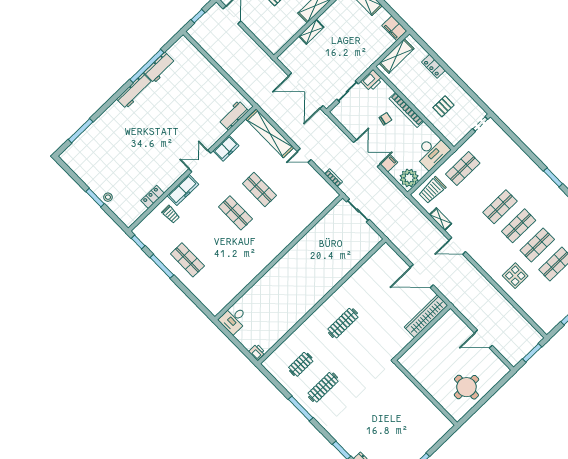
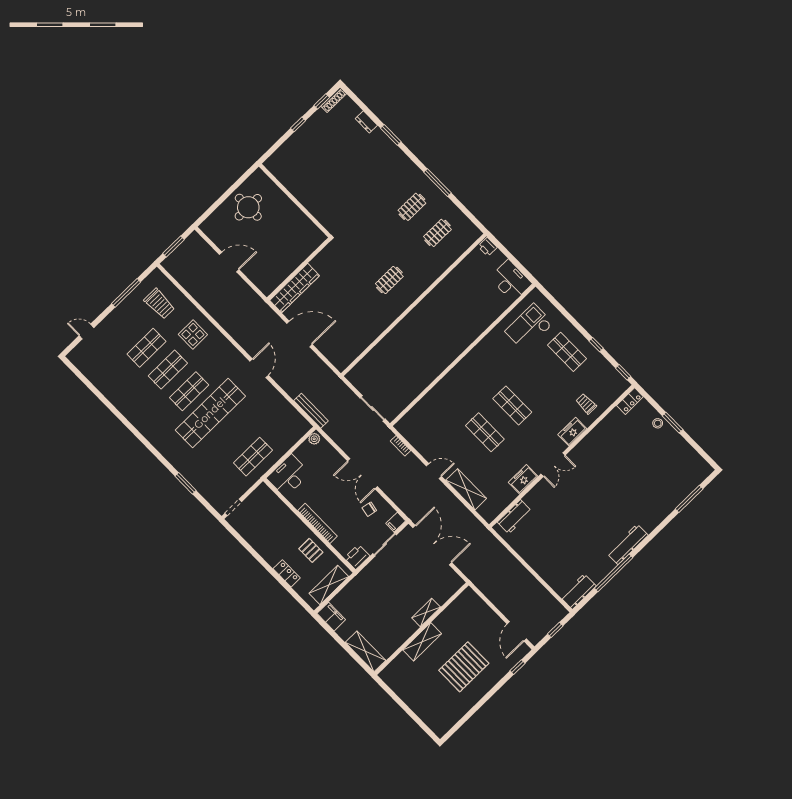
workbench: (160, 68) -> (578, 592), moved
pallet: (443, 106) -> (311, 550), moved, turned 90
chair: (385, 119) -> (369, 509), moved
shelving: (270, 133) -> (466, 489), width x0.68
filing cabinet: (389, 163) -> (396, 522), moved
window: (553, 177) -> (186, 483), moved
plant: (409, 178) -> (314, 439), width x0.53, depth x0.53
freezer: (183, 190) -> (572, 432), width x0.71
trolley: (432, 190) -> (159, 304), moved, turned 90
locker: (153, 197) -> (630, 401), moved
shop shelf: (500, 207) -> (210, 413), width x2.00, depth x1.36
bench: (412, 209) -> (311, 411), added
shelving: (441, 219) -> (278, 399), removed
door: (457, 246) -> (259, 368), hinge flipped
window: (162, 266) -> (596, 345), width x0.46
checkout: (220, 281) -> (529, 327), added
desk: (234, 319) -> (511, 281), width x1.37
clothes rail: (343, 323) -> (389, 280), width x0.73
clothes rail: (323, 387) -> (412, 207), width x0.73

